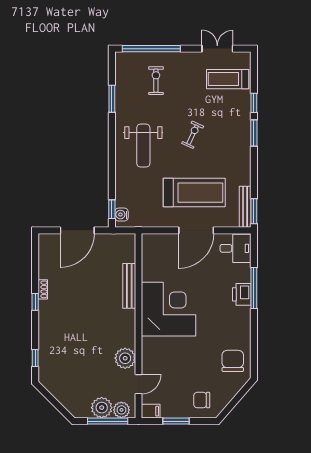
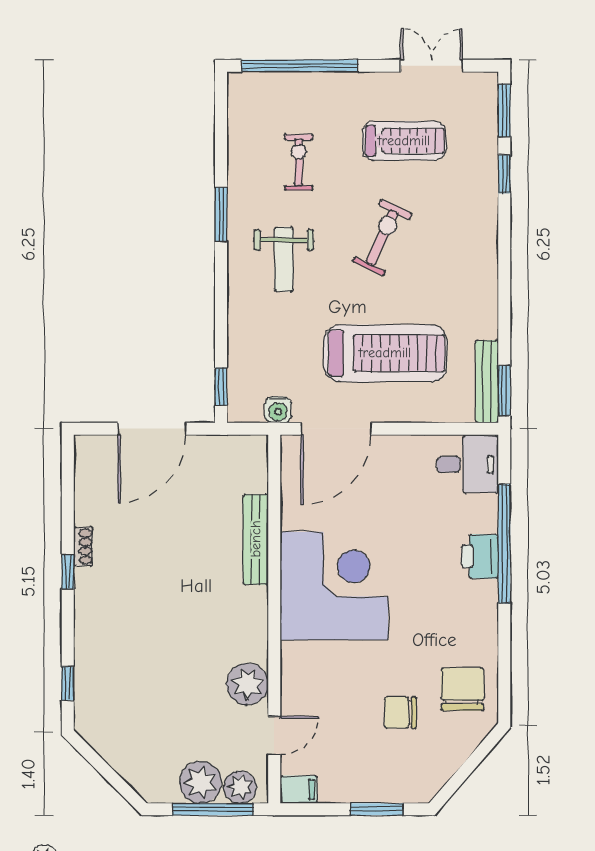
treadmill: (228, 79) -> (404, 141), moved, turned 180
exercise bike: (156, 81) -> (299, 162), moved
window: (112, 99) -> (221, 214), moved
window: (254, 133) -> (504, 111), moved
exercise bike: (193, 135) -> (382, 238), width x1.38, depth x1.39
weight bench: (143, 146) -> (284, 259), width x0.73, depth x0.75
water cooler: (121, 215) -> (278, 410), moved, turned -90
door: (196, 230) -> (336, 429), moved
window: (254, 288) -> (504, 544), width x1.46
chair: (202, 400) -> (400, 712), moved
window: (176, 421) -> (377, 809), moved

